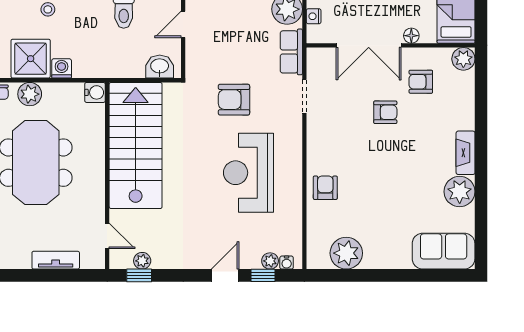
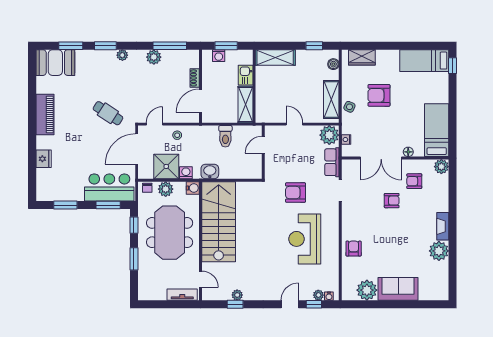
washbasin: (160, 67) -> (210, 172), moved
water cooler: (95, 92) -> (193, 188), moved
stairs: (136, 145) -> (219, 222), moved
wall: (107, 176) -> (201, 241), moved
door: (107, 236) -> (201, 279), moved
sofa: (444, 251) -> (398, 289), moved

